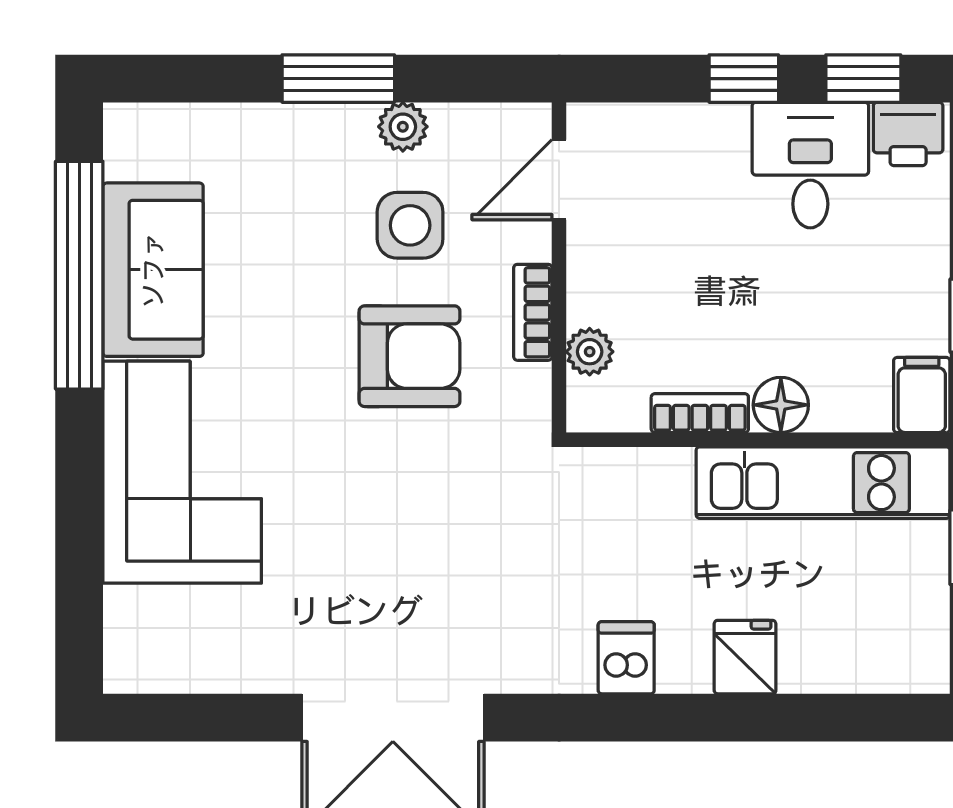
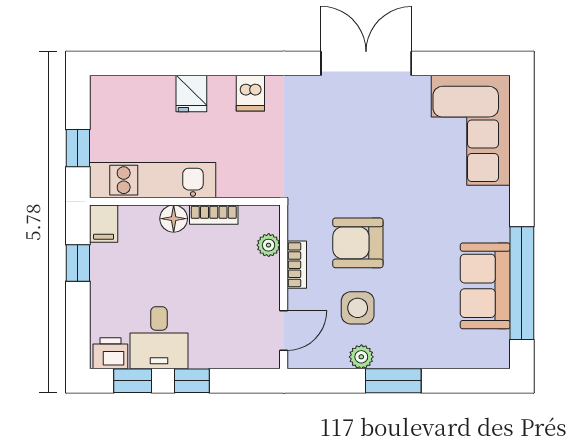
corner sofa: (182, 472) -> (471, 130), moved

